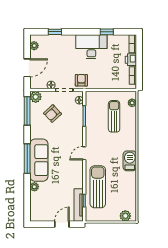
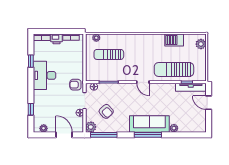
barbecue: (130, 161) -> (174, 40), moved

